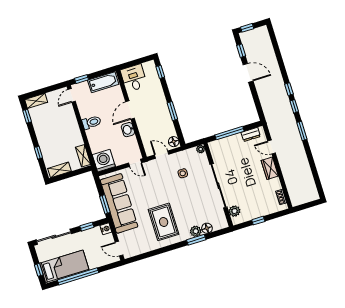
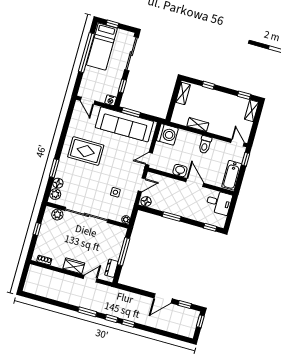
shelving: (83, 156) -> (198, 125), moved
plant: (196, 231) -> (55, 194), moved
door: (119, 249) -> (87, 101), swing flipped

